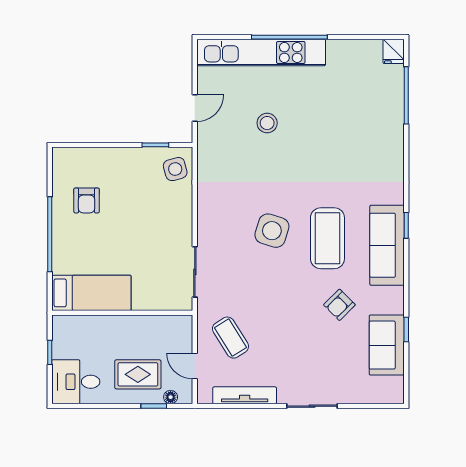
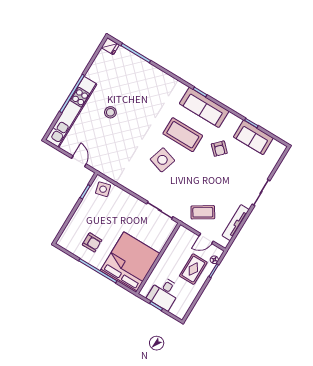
stool: (267, 123) -> (110, 112), moved
bed: (91, 293) -> (130, 262), width x2.04
desk: (76, 382) -> (164, 293), moved

